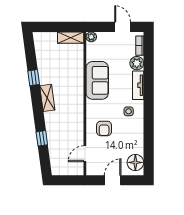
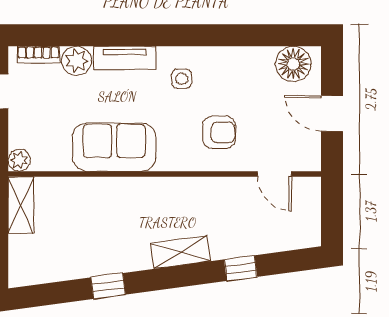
shelving: (47, 98) -> (181, 252), moved

